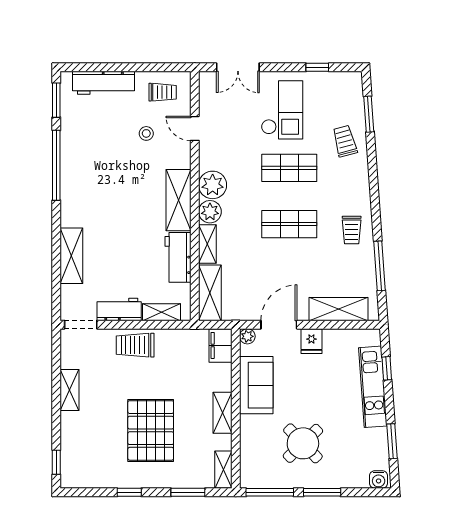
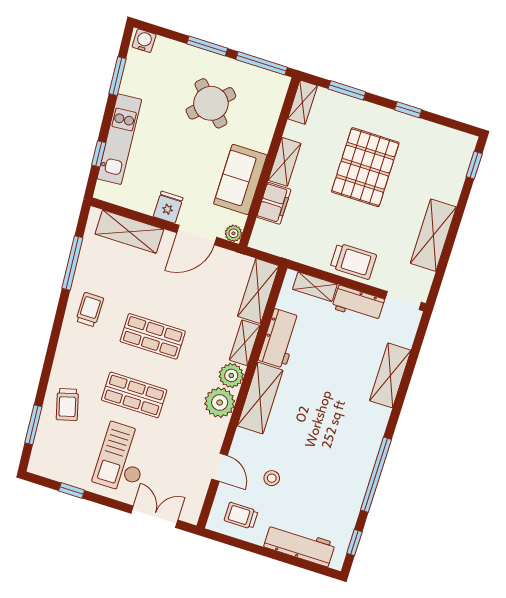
window: (56, 100) -> (354, 543), width x0.67
filing cabinet: (221, 345) -> (274, 203), moved
shelving: (70, 390) -> (433, 235), width x1.50, depth x1.33

